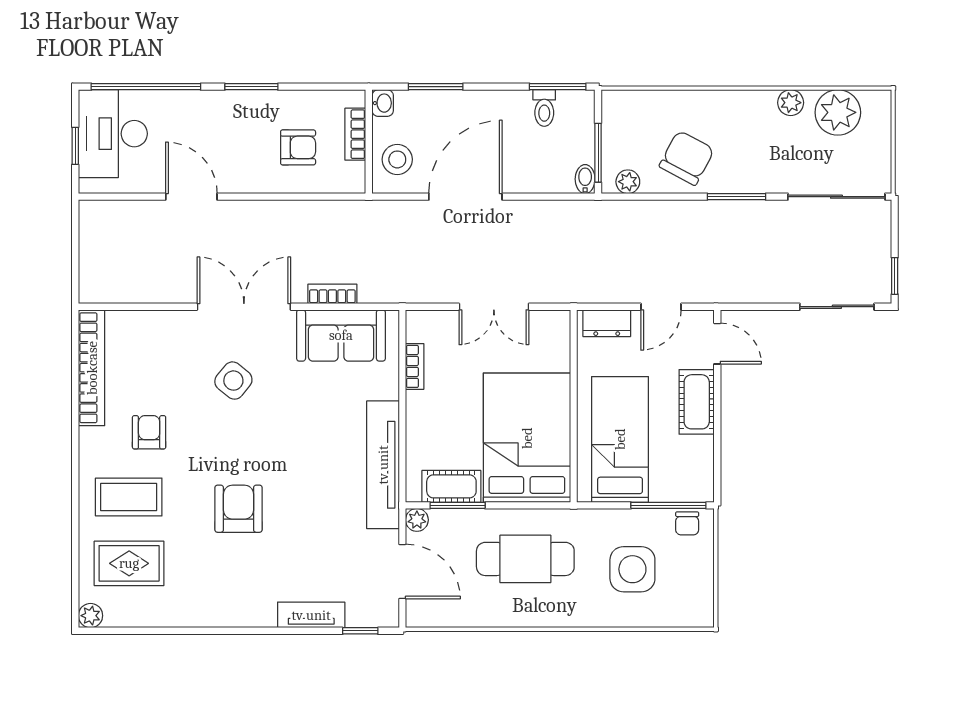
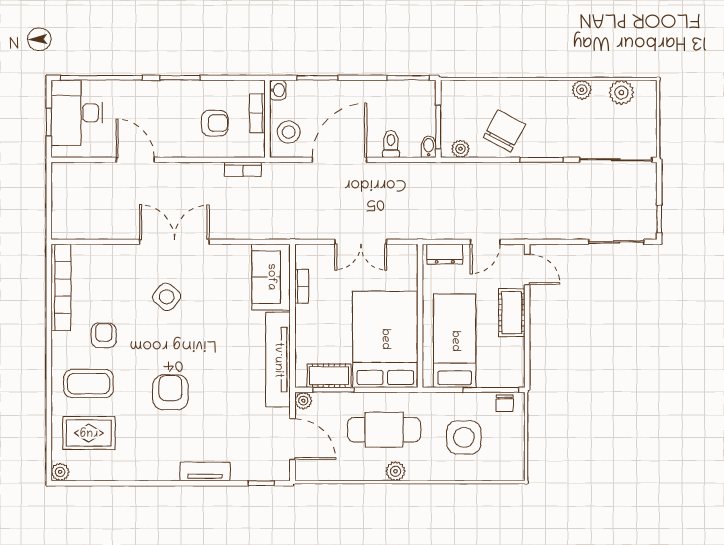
toilet: (544, 108) -> (391, 144), moved, turned 180
plant: (838, 112) -> (621, 93), width x0.73, depth x0.73
bookcase: (332, 294) -> (243, 169), moved, turned 180
sofa: (341, 335) -> (271, 277), moved, turned 90
tv unit: (311, 615) -> (205, 471), moved
plant: (541, 615) -> (395, 471), added

